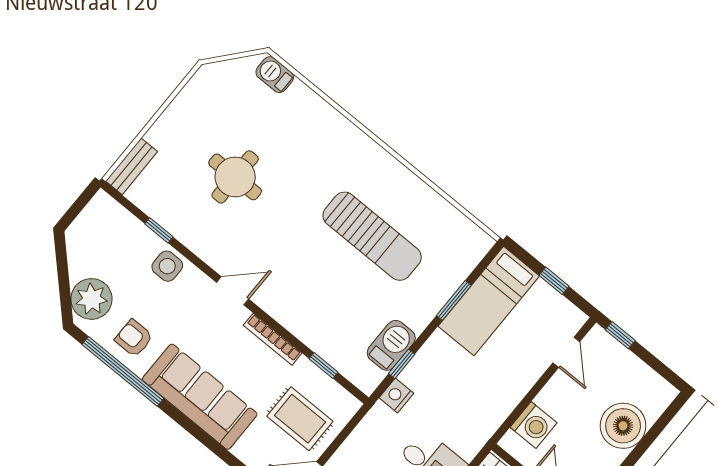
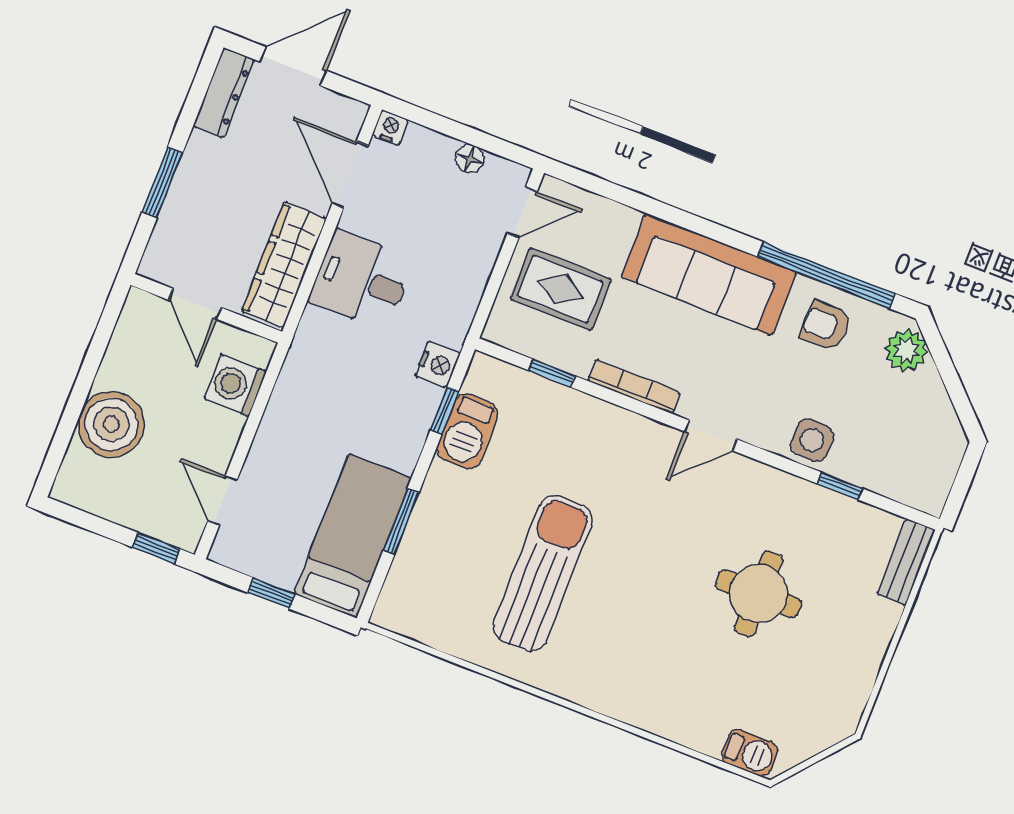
sun lounger: (372, 236) -> (543, 573), turned 90
plant: (91, 299) -> (906, 350), width x0.73, depth x0.73
armchair: (134, 338) -> (826, 326), turned 180

